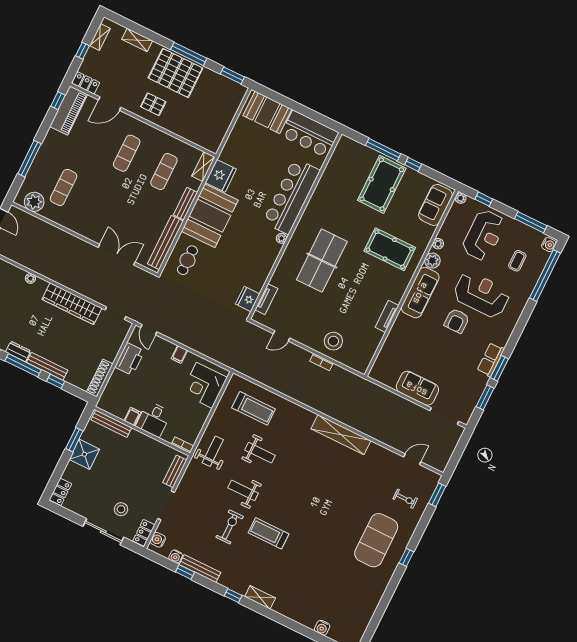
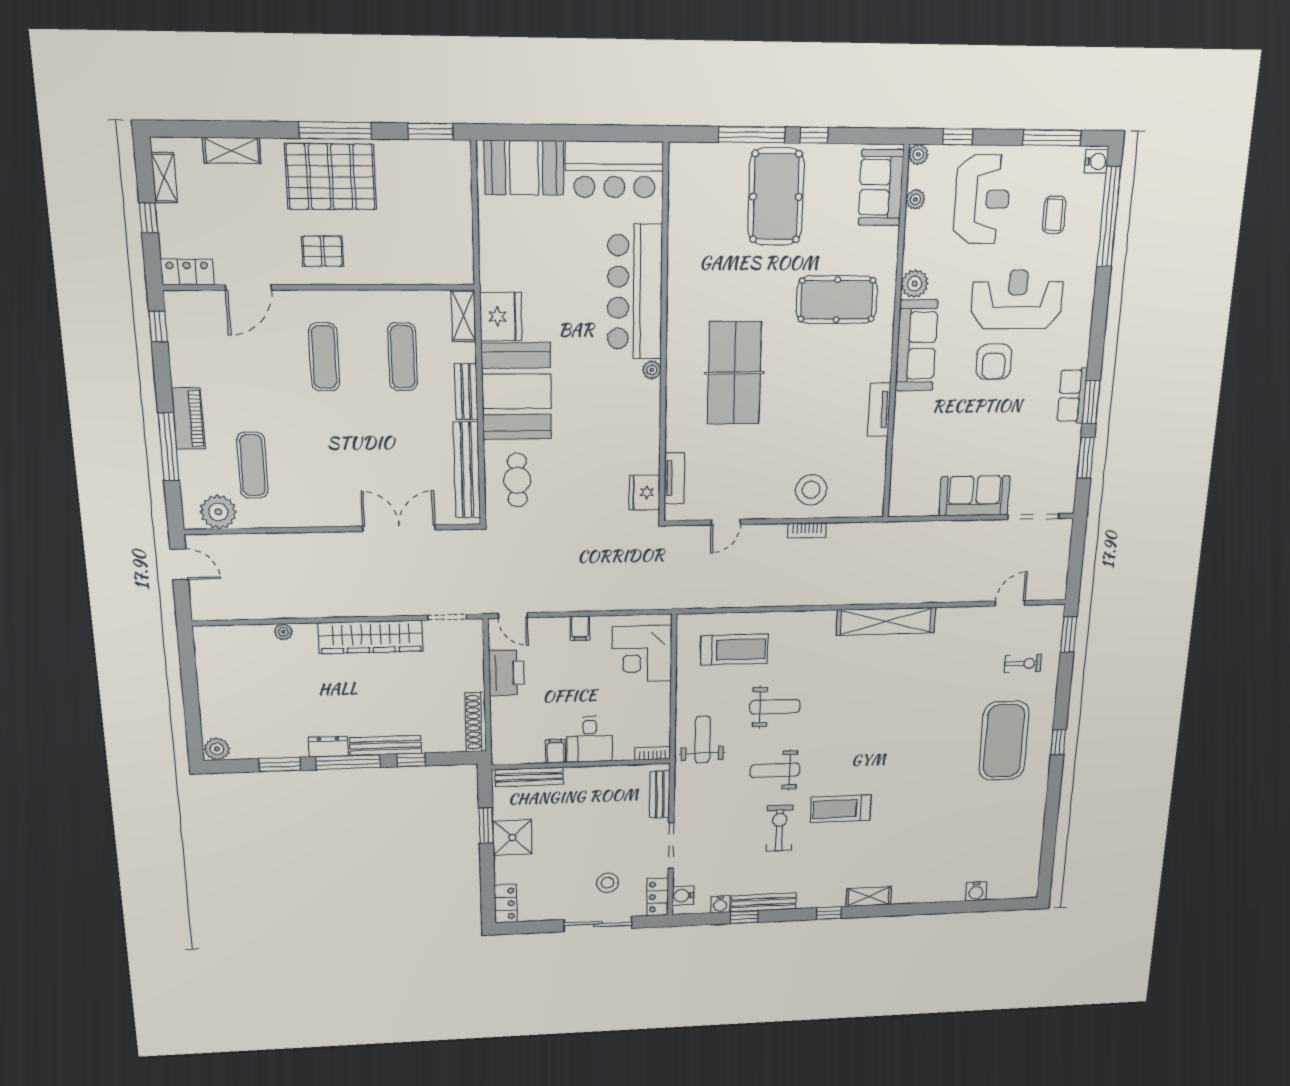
piano: (69, 110) -> (188, 419), moved, width x0.73, depth x0.75
plant: (438, 244) -> (915, 199), moved

